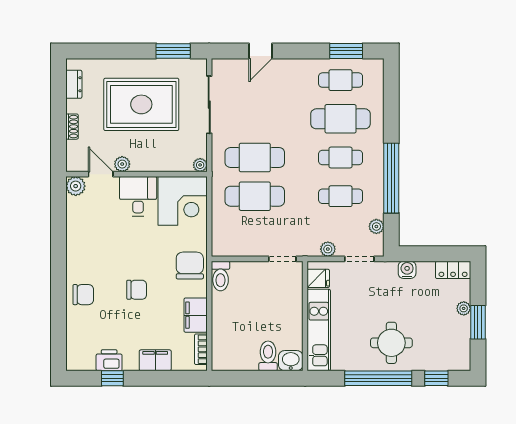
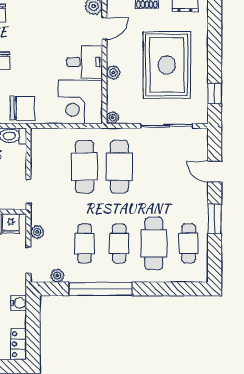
window: (173, 51) -> (215, 94), width x0.67
window: (346, 51) -> (215, 219), moved
plant: (122, 164) -> (113, 72), moved

